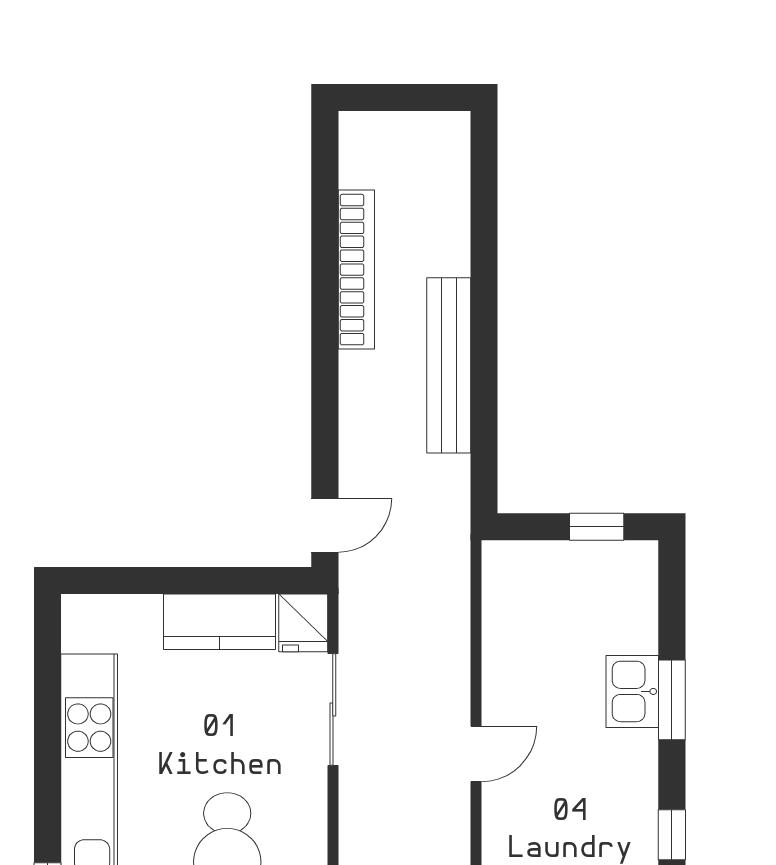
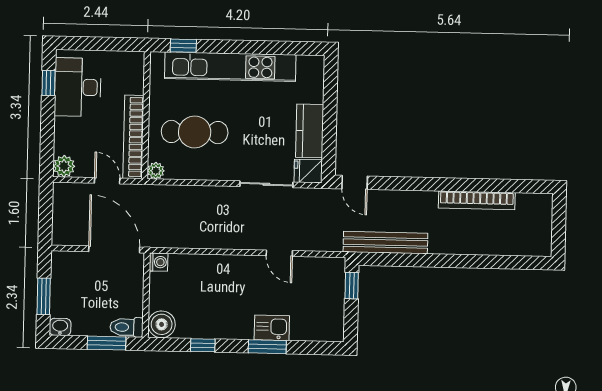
bench: (449, 365) -> (385, 243), moved
window: (597, 527) -> (352, 286), moved
door: (476, 754) -> (279, 253), moved

